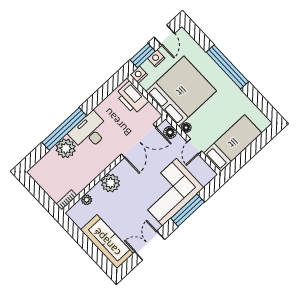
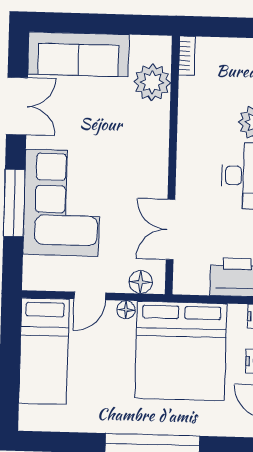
double door: (139, 141) -> (170, 229), width x0.73
door: (194, 147) -> (90, 296), swing flipped
plant: (111, 183) -> (152, 136), removed
plant: (87, 200) -> (152, 82), width x1.88, depth x1.88

